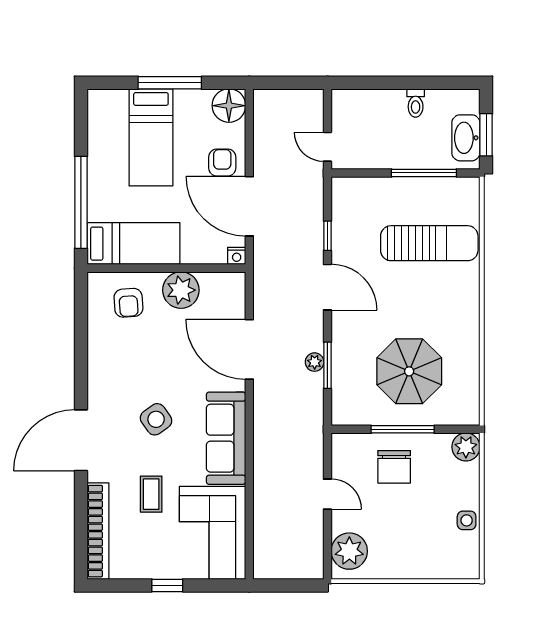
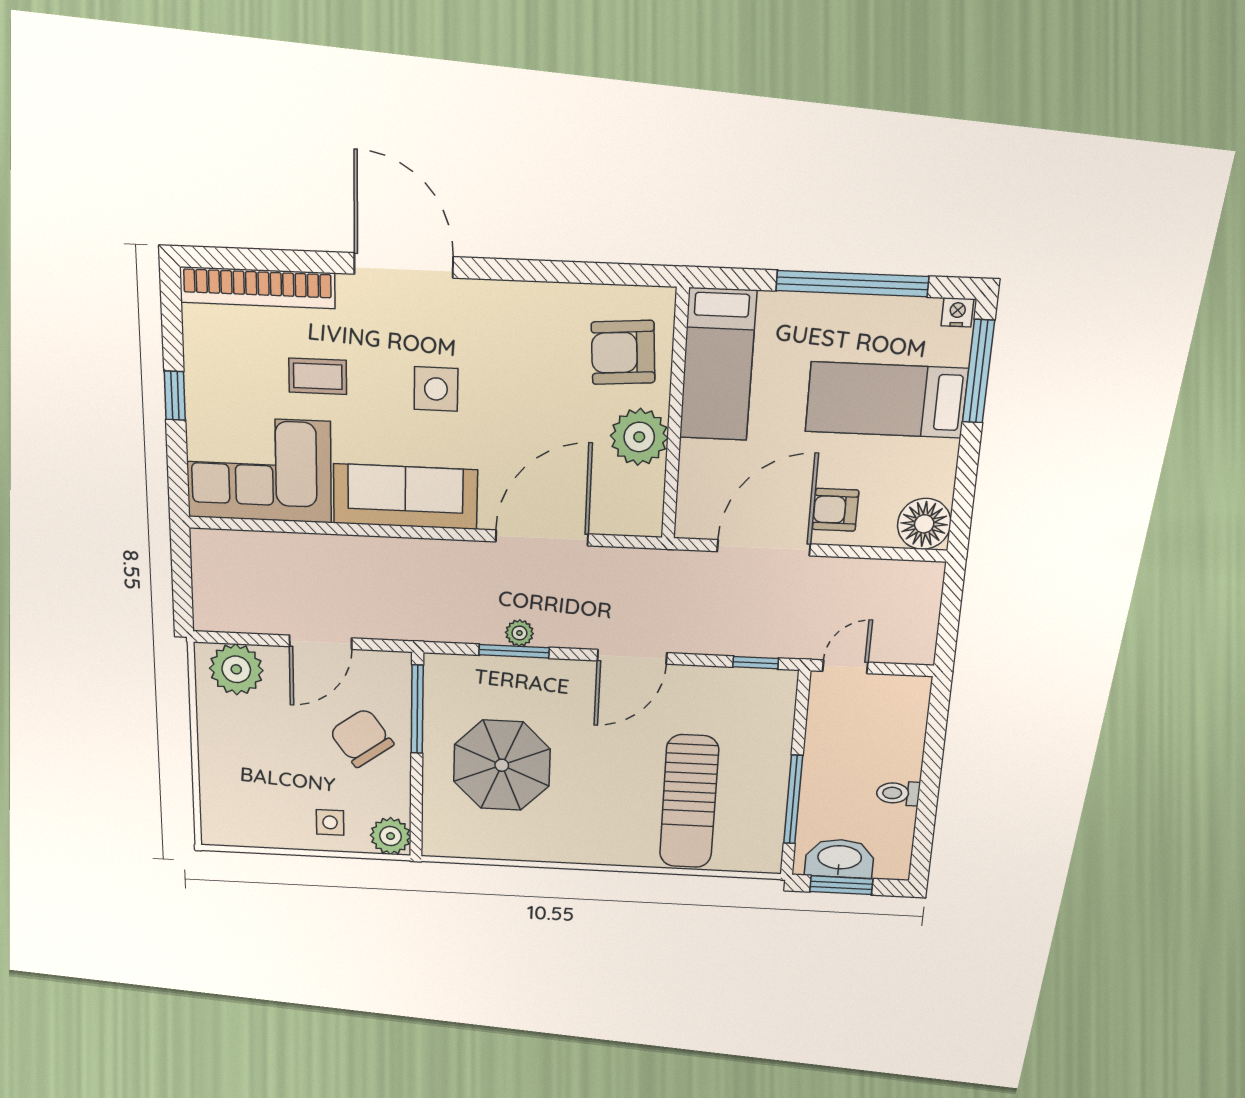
window: (170, 83) -> (978, 371), moved
armchair: (222, 163) -> (836, 510), turned 180
window: (81, 202) -> (852, 284), moved
window: (327, 236) -> (756, 663), moved
nightstand: (237, 256) -> (957, 312), moved, turned 90
armchair: (128, 303) -> (623, 352), width x1.38, depth x1.38
side table: (156, 419) -> (436, 389), turned 35
window: (403, 429) -> (417, 709), moved
chair: (394, 467) -> (362, 738), turned 54
door: (327, 494) -> (321, 642), width x1.38
side table: (467, 520) -> (330, 822), moved

